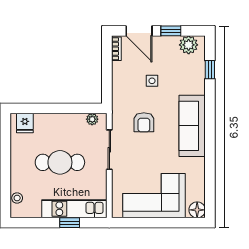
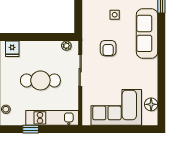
sofa: (192, 126) -> (147, 33), moved
floor lamp: (197, 210) -> (151, 104), moved
window: (70, 223) -> (31, 129), moved

